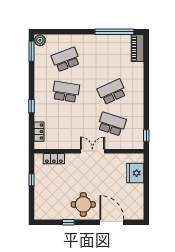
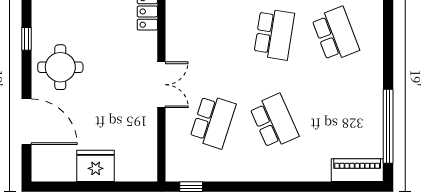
fridge: (135, 173) -> (96, 166), moved
door: (112, 222) -> (27, 122), hinge flipped

